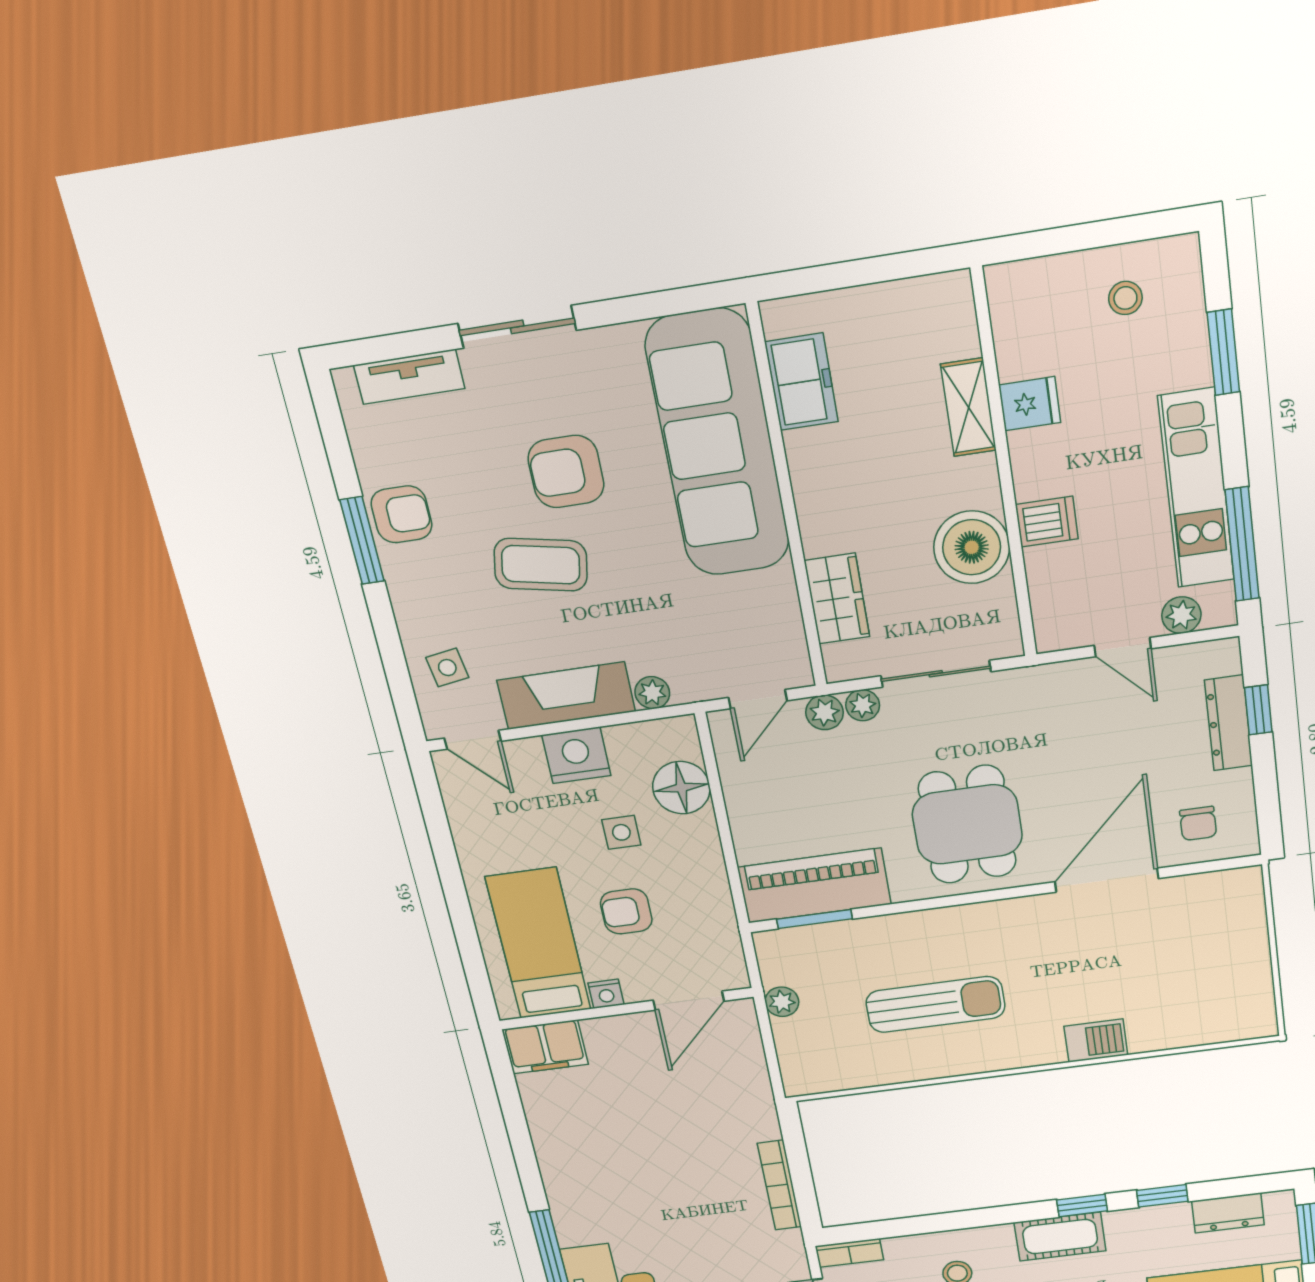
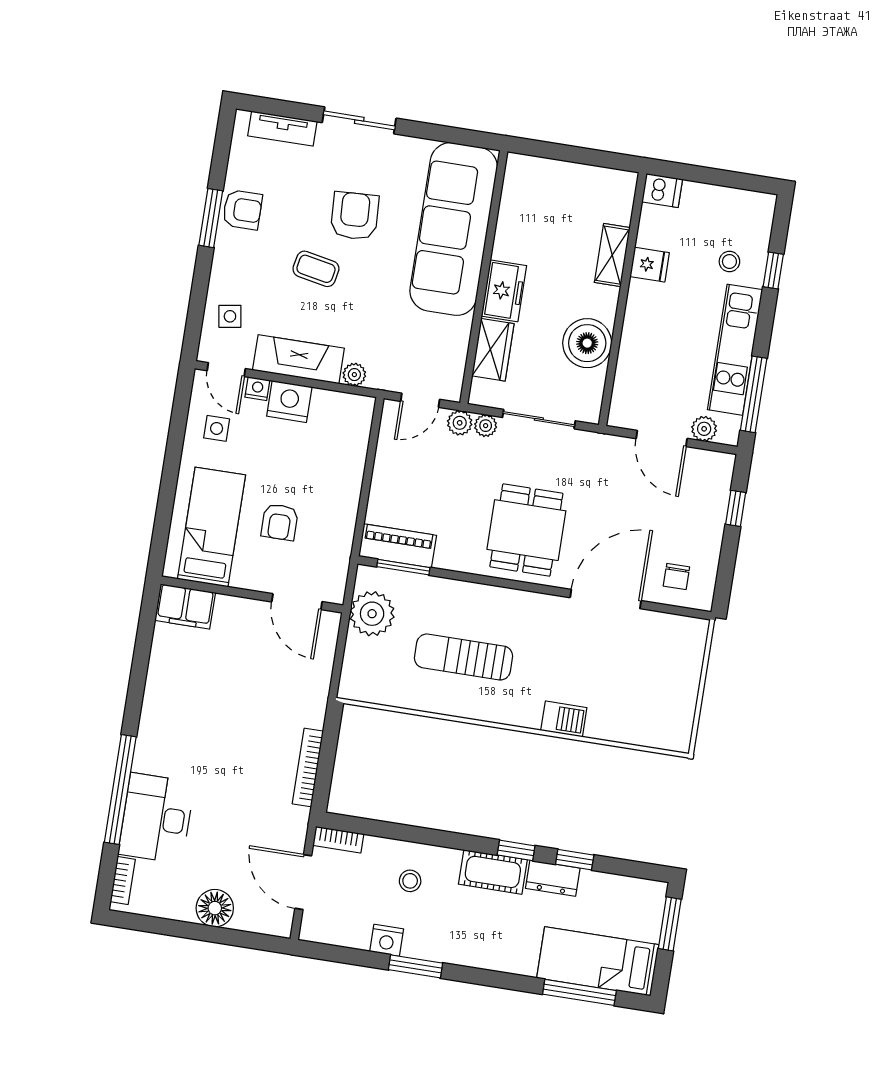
stool: (1125, 298) -> (729, 262), moved
window: (1223, 352) -> (773, 271), width x0.67
freezer: (801, 382) -> (504, 291), moved
armchair: (566, 472) -> (355, 216), turned 87
dishwasher: (1047, 522) -> (662, 190), moved
coffee table: (541, 565) -> (316, 269), width x0.73, depth x0.77
door: (1123, 647) -> (662, 439), width x1.38
dresser: (1229, 723) -> (714, 511), removed
floor lamp: (681, 788) -> (349, 445), removed
side table: (621, 832) -> (217, 428), moved
piano: (814, 886) -> (398, 546), width x0.73, depth x0.75
armchair: (626, 911) -> (280, 522), turned -90
nightstand: (606, 994) -> (257, 389), moved, turned 180
door: (689, 1001) -> (297, 602), hinge flipped
plant: (782, 1002) -> (372, 614), width x1.87, depth x1.87
sun lounger: (935, 1005) -> (464, 657), turned 180
dresser: (1228, 1213) -> (553, 878), moved

